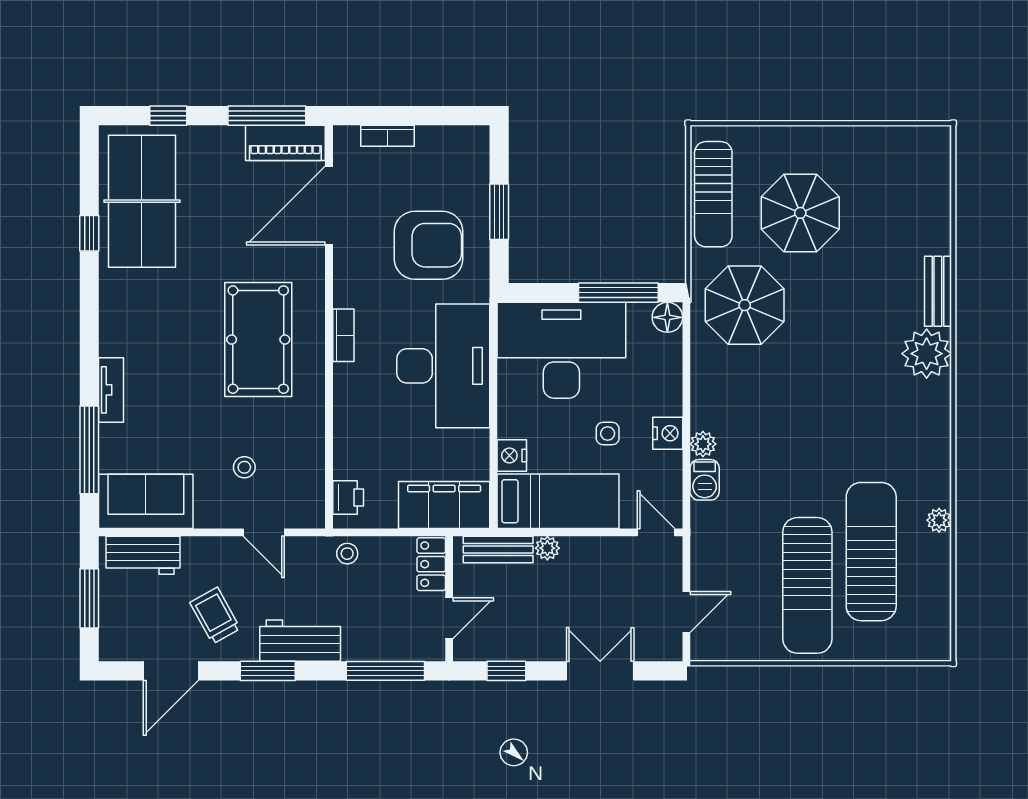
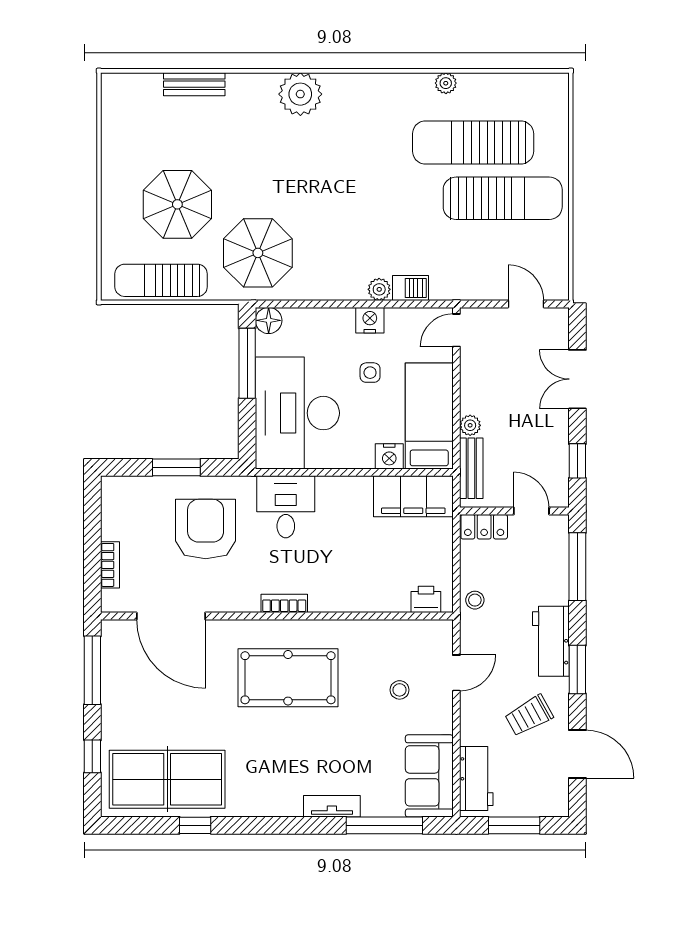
piano: (285, 143) -> (116, 654), removed
sun lounger: (713, 194) -> (161, 280), turned 180
bench: (938, 291) -> (194, 84), moved
desk: (443, 366) -> (286, 507), width x0.53, depth x0.77
filing cabinet: (444, 505) -> (413, 496), moved, turned -90

